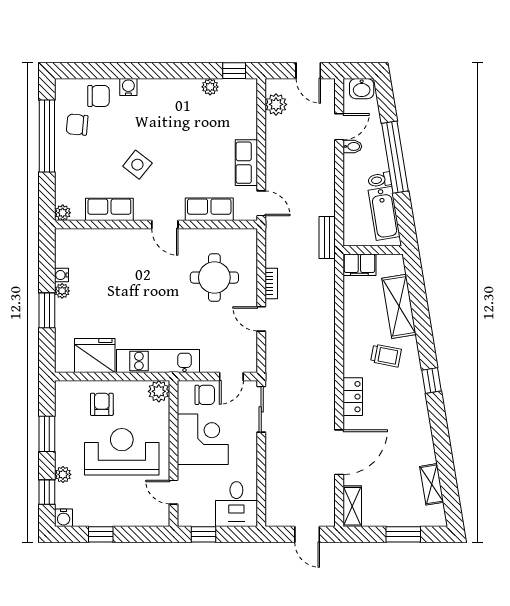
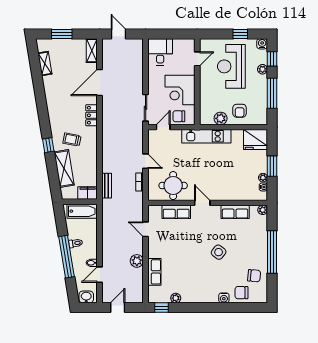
door: (308, 71) -> (118, 308), hinge flipped
plant: (276, 104) -> (137, 261), moved
window: (47, 136) -> (272, 252), moved
row of seats: (246, 163) -> (154, 272), moved
row of seats: (109, 209) -> (235, 212), moved
row of seats: (209, 209) -> (176, 212), moved
plant: (63, 213) -> (263, 210), moved
bathtub: (384, 213) -> (82, 211), moved, turned 99
wall: (156, 225) -> (208, 203), moved
door: (165, 225) -> (202, 203), moved
bench: (327, 237) -> (107, 186), moved
fridge: (95, 356) -> (255, 139), moved
window: (432, 381) -> (48, 145), moved
plant: (159, 391) -> (221, 118), moved
window: (47, 434) -> (272, 93), width x1.44
reception desk: (122, 452) -> (231, 66), moved, turned 90
door: (174, 492) -> (197, 59), hinge flipped
window: (203, 534) -> (180, 34), removed

